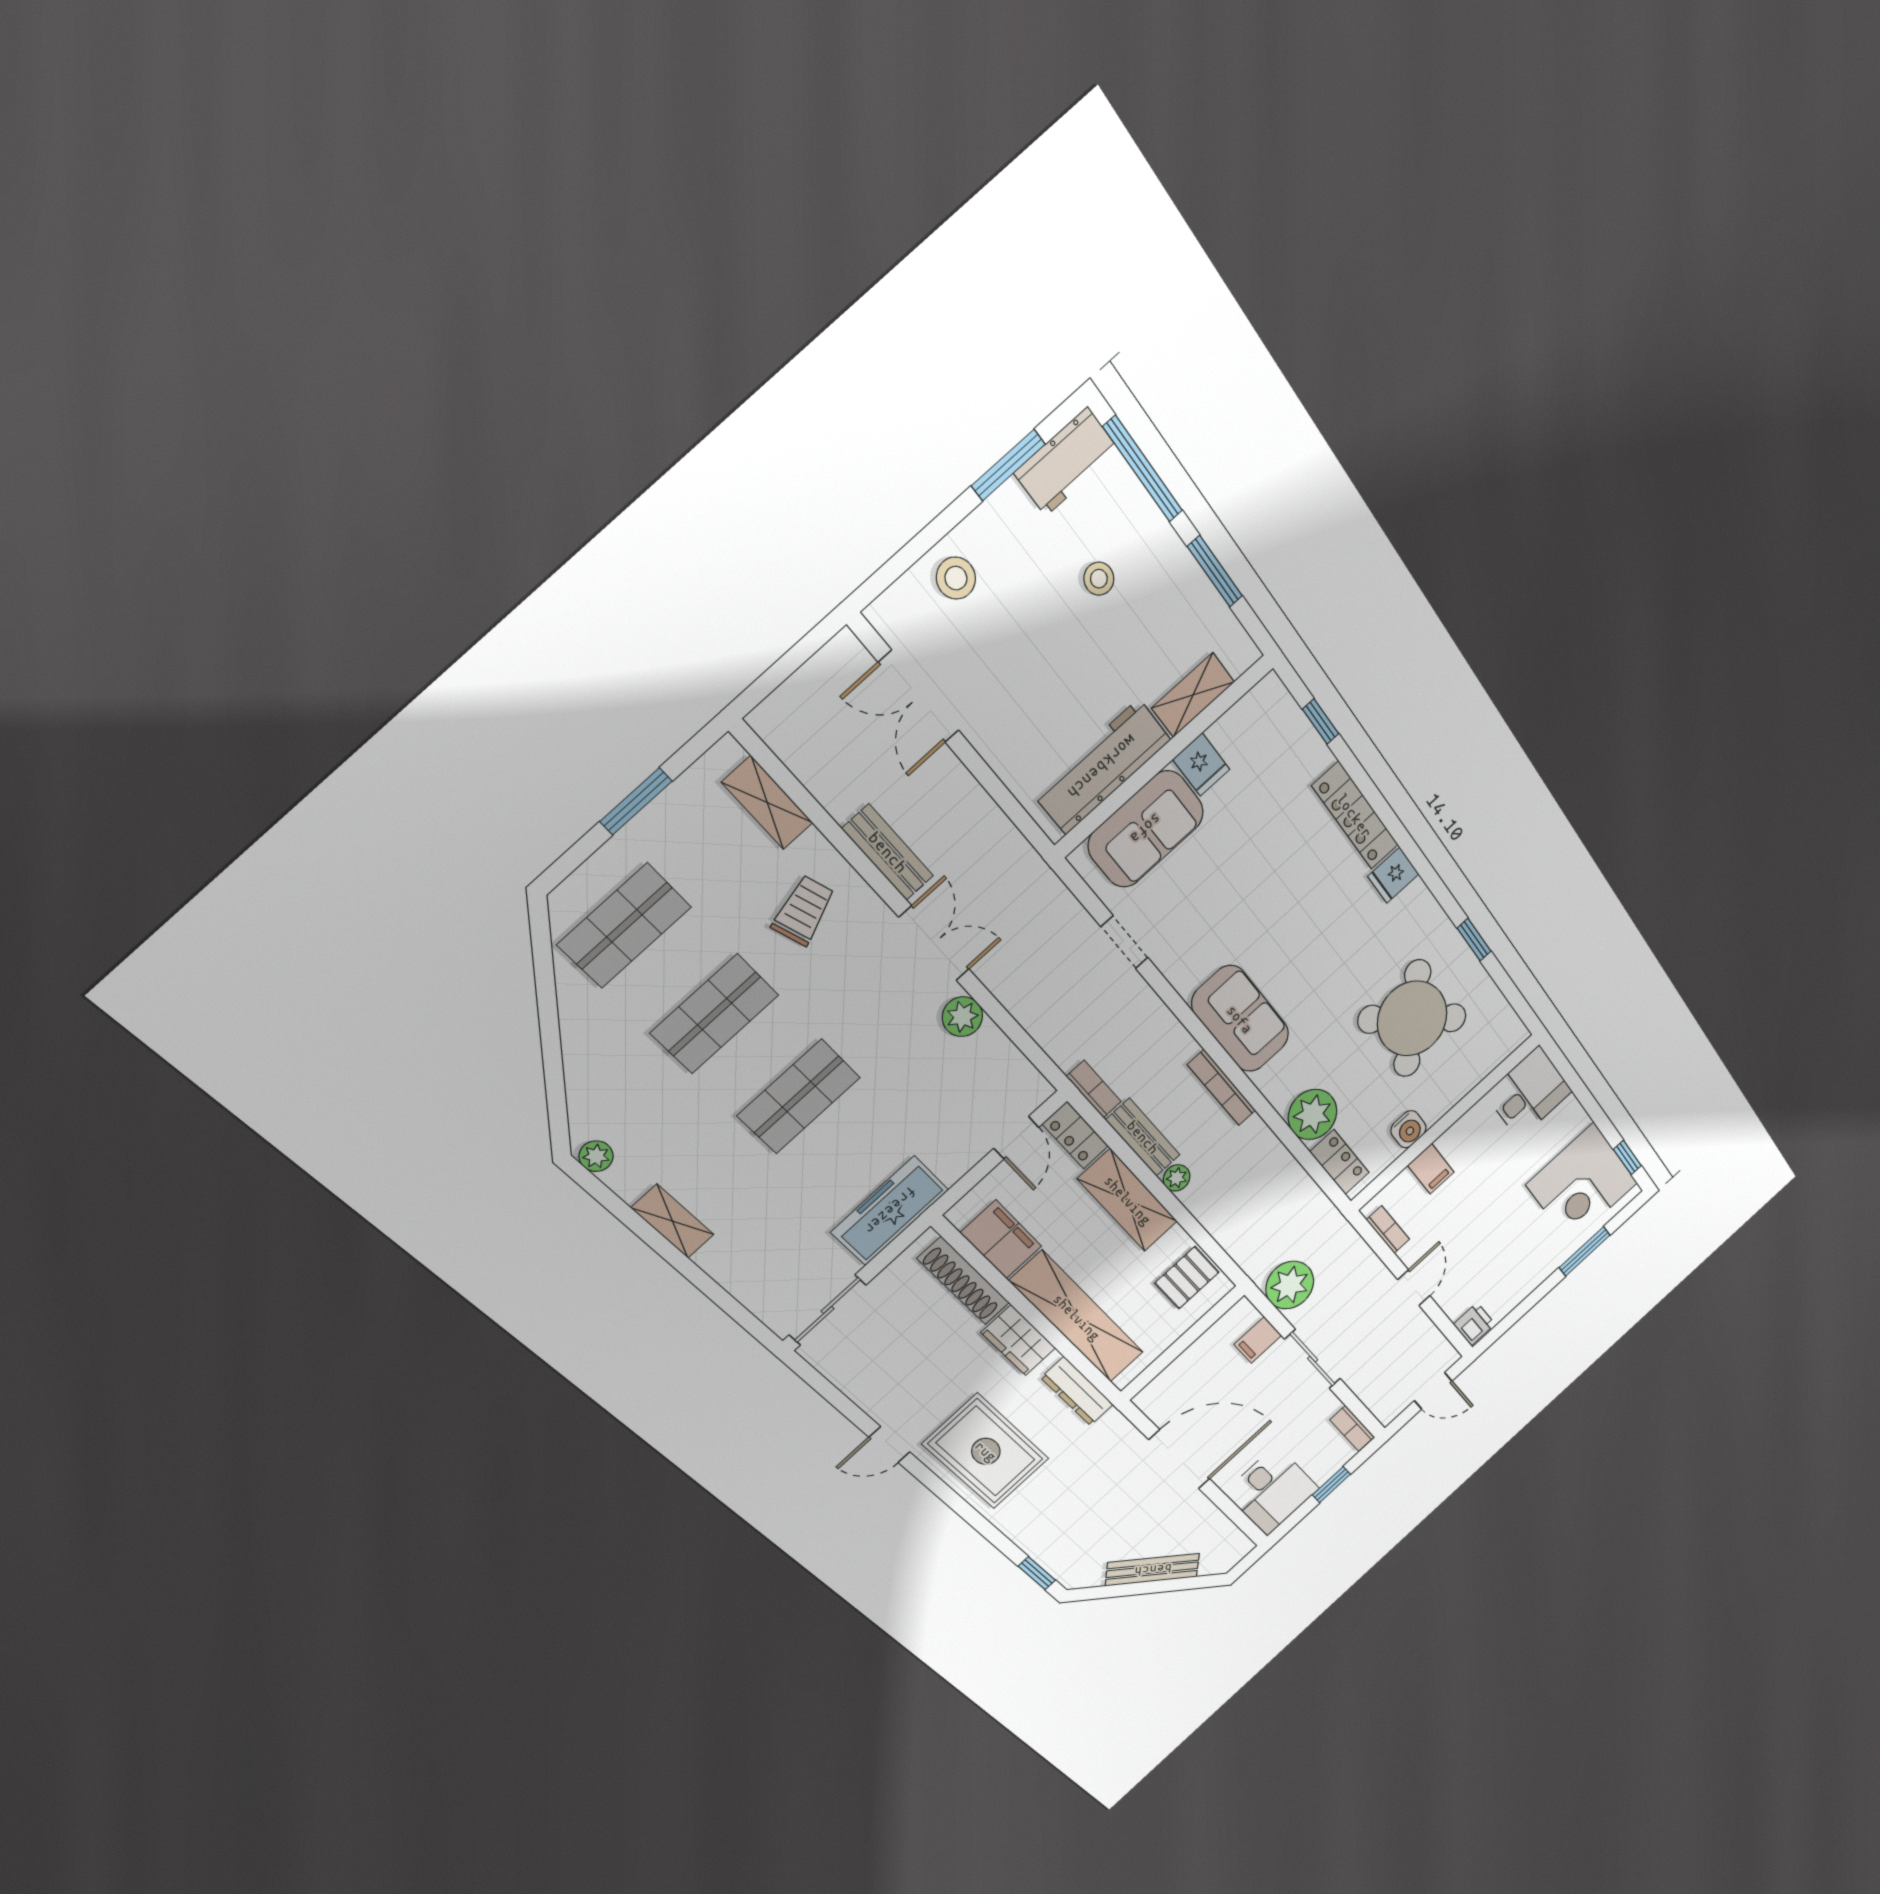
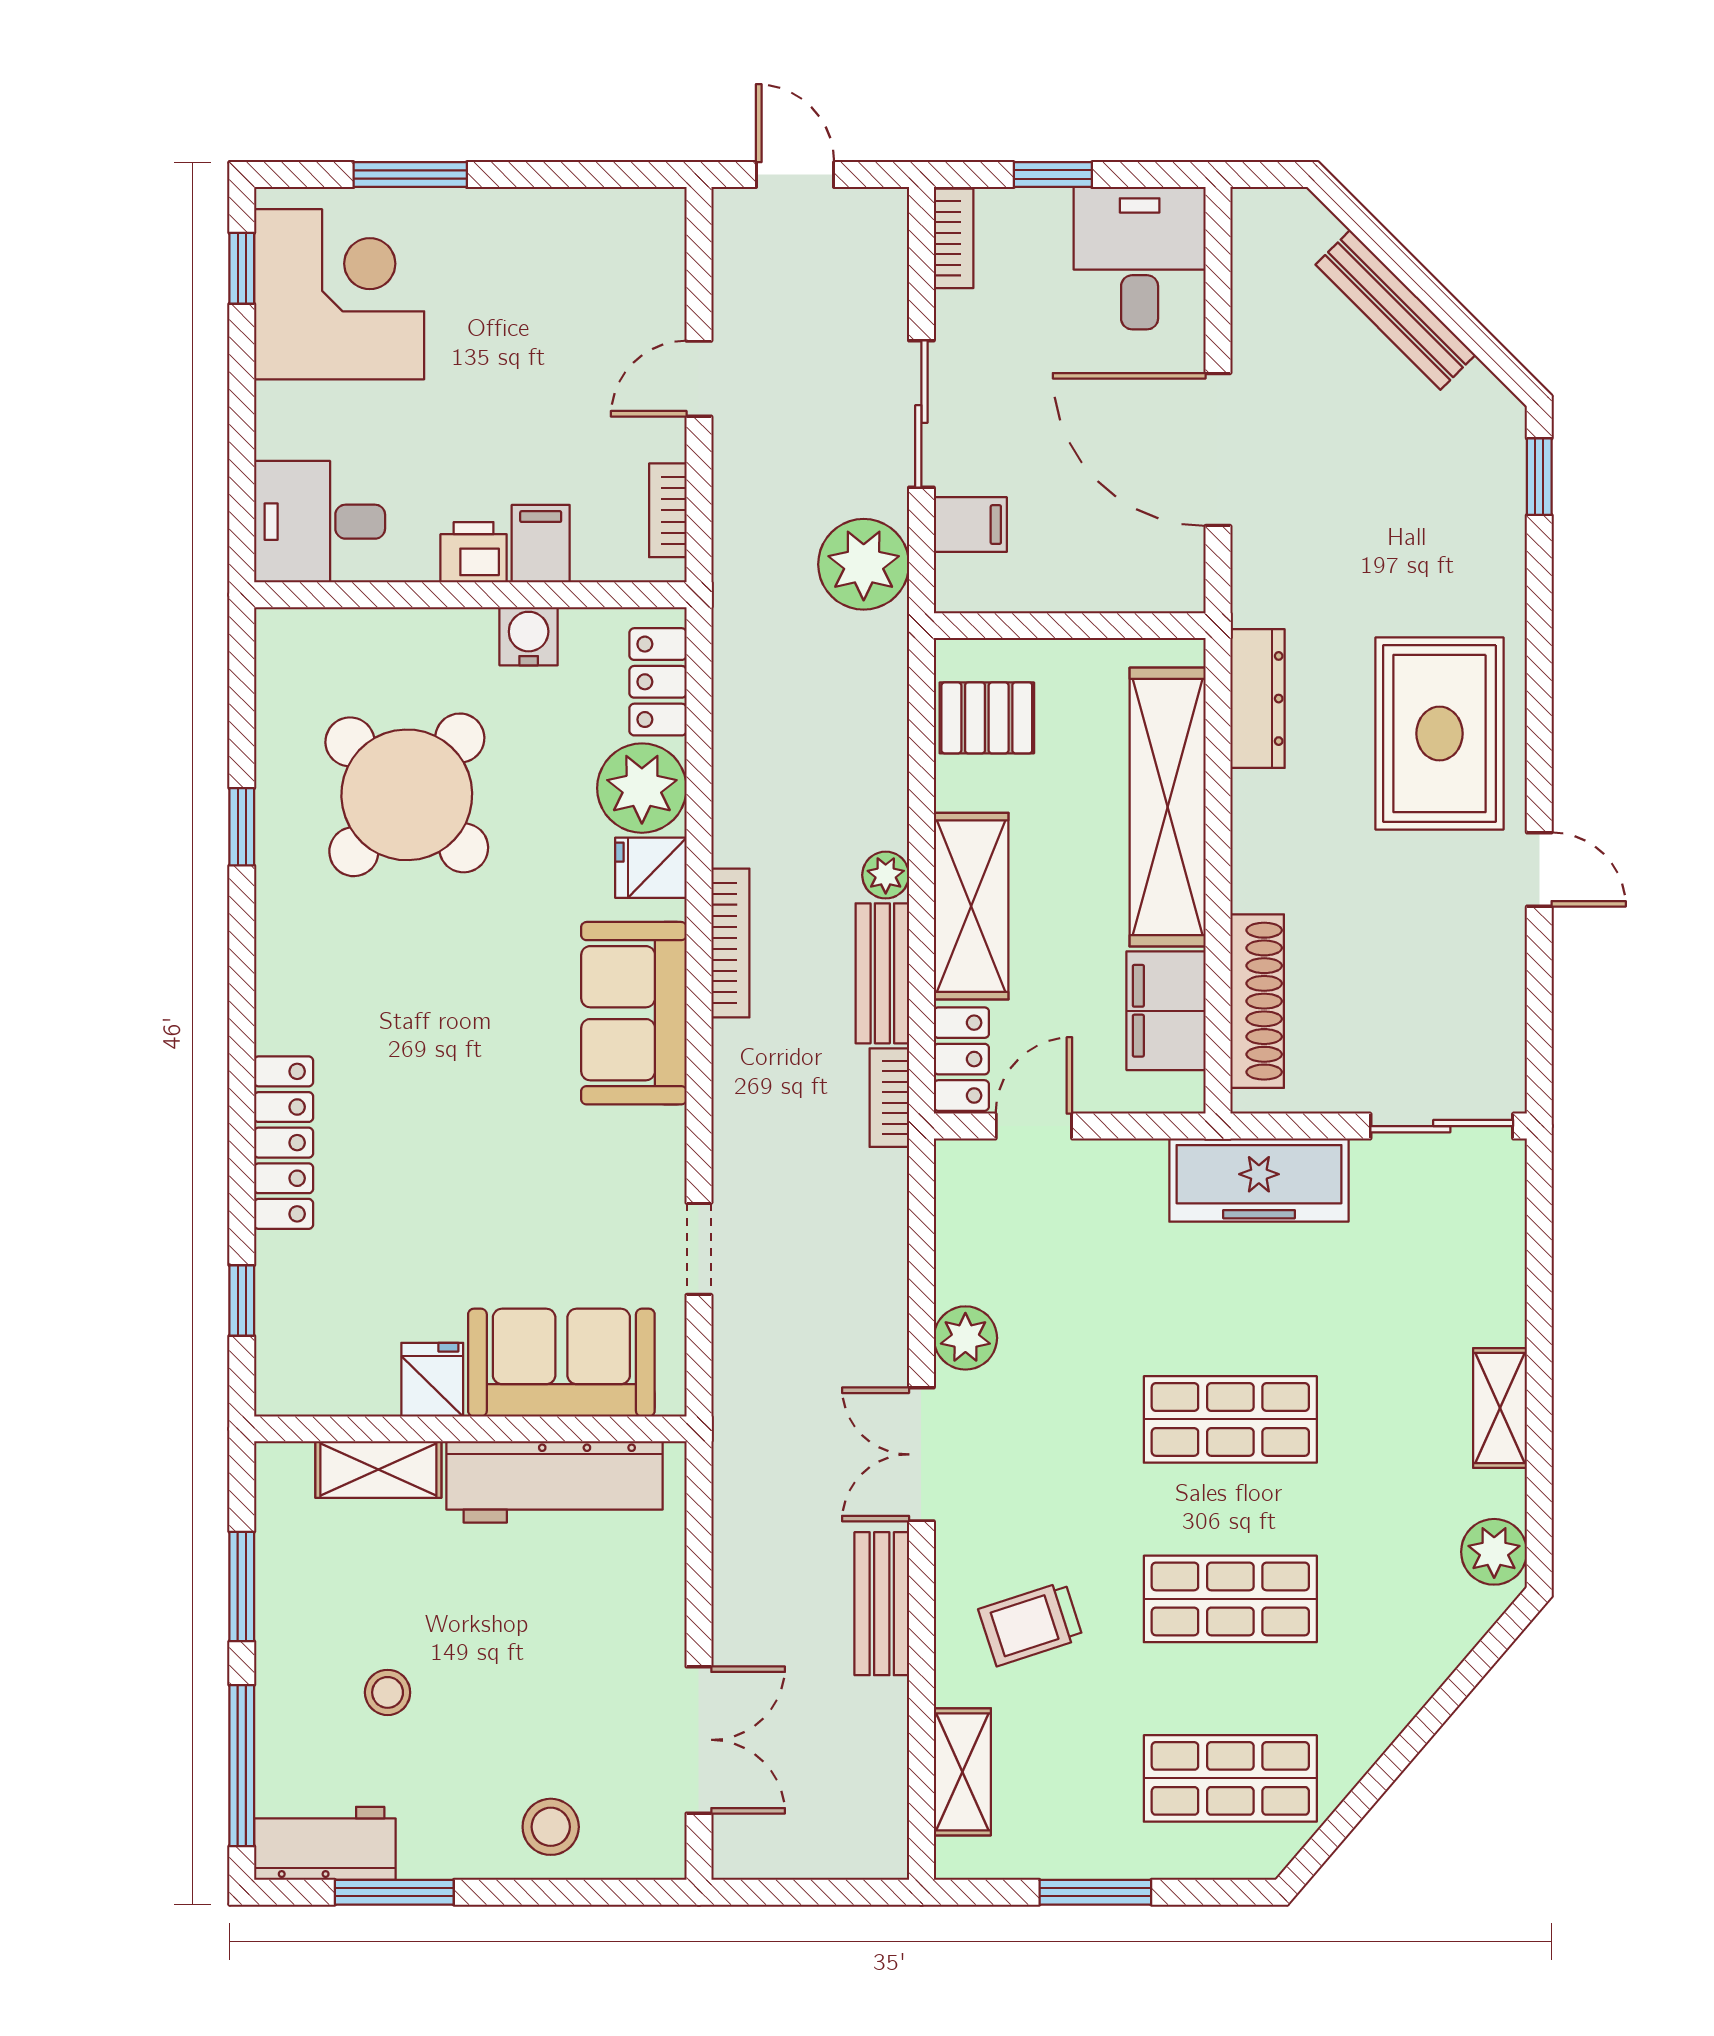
fridge: (1393, 875) -> (651, 868), moved, turned 180
plant: (596, 1156) -> (1494, 1552), width x1.38, depth x1.38
printer: (1474, 1324) -> (474, 552), moved, turned 90
wardrobe: (1018, 1340) -> (1265, 850), removed

